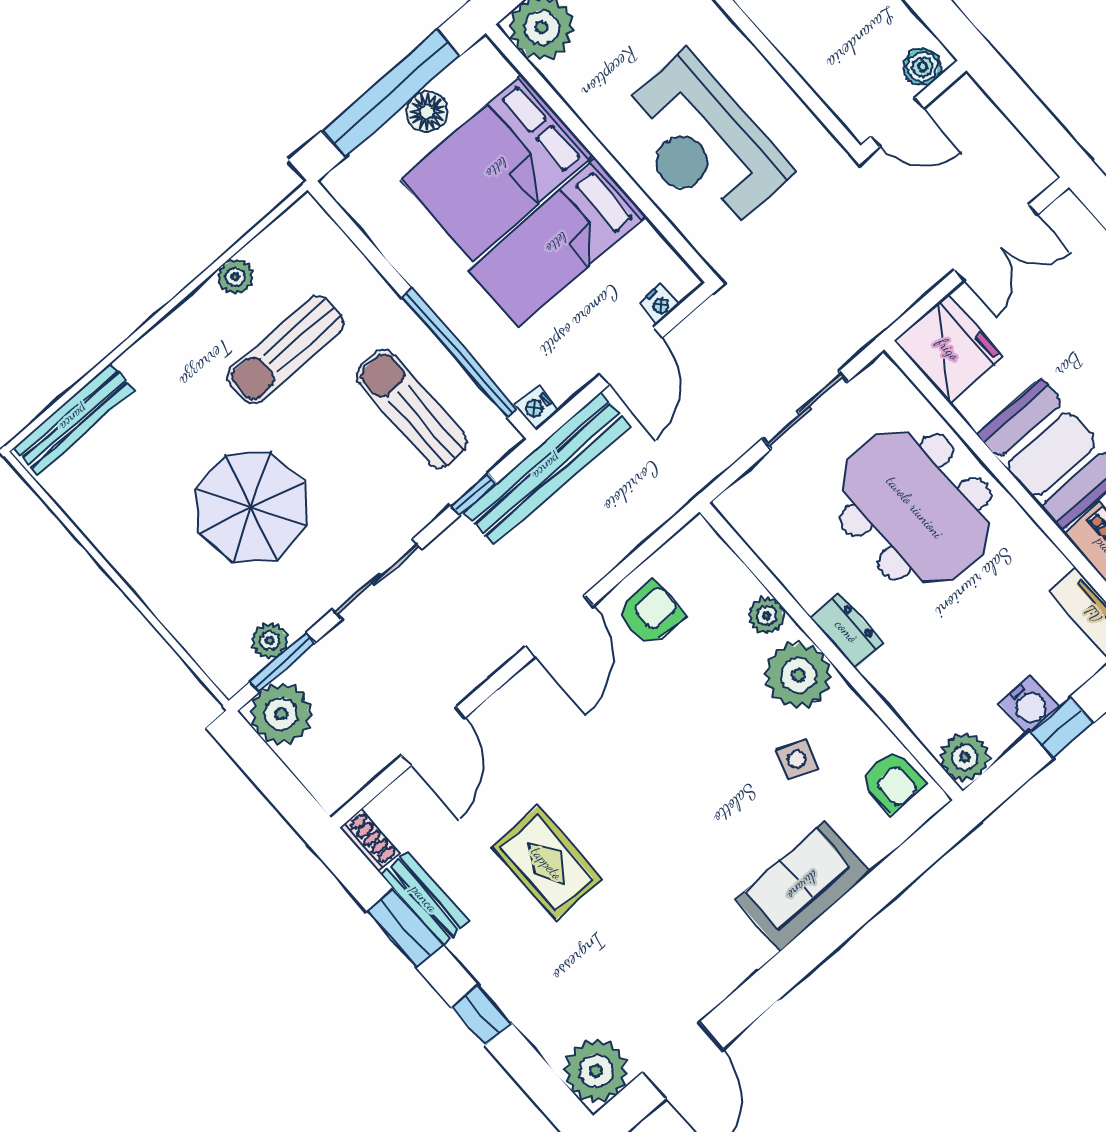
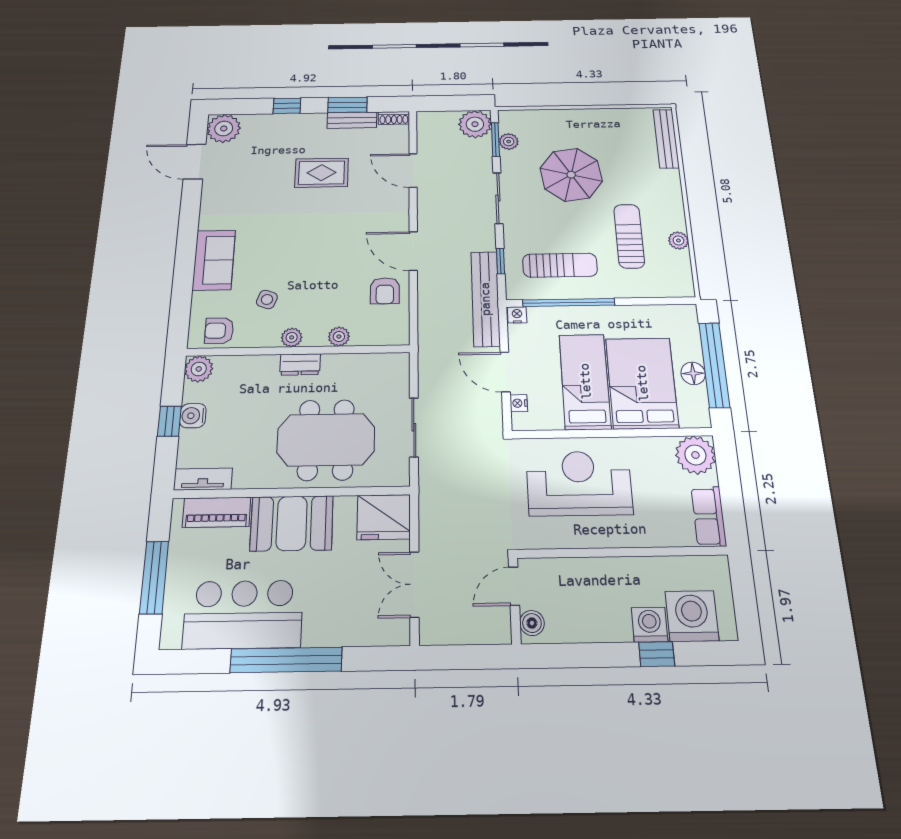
plant: (798, 675) -> (292, 337), width x0.53, depth x0.53

